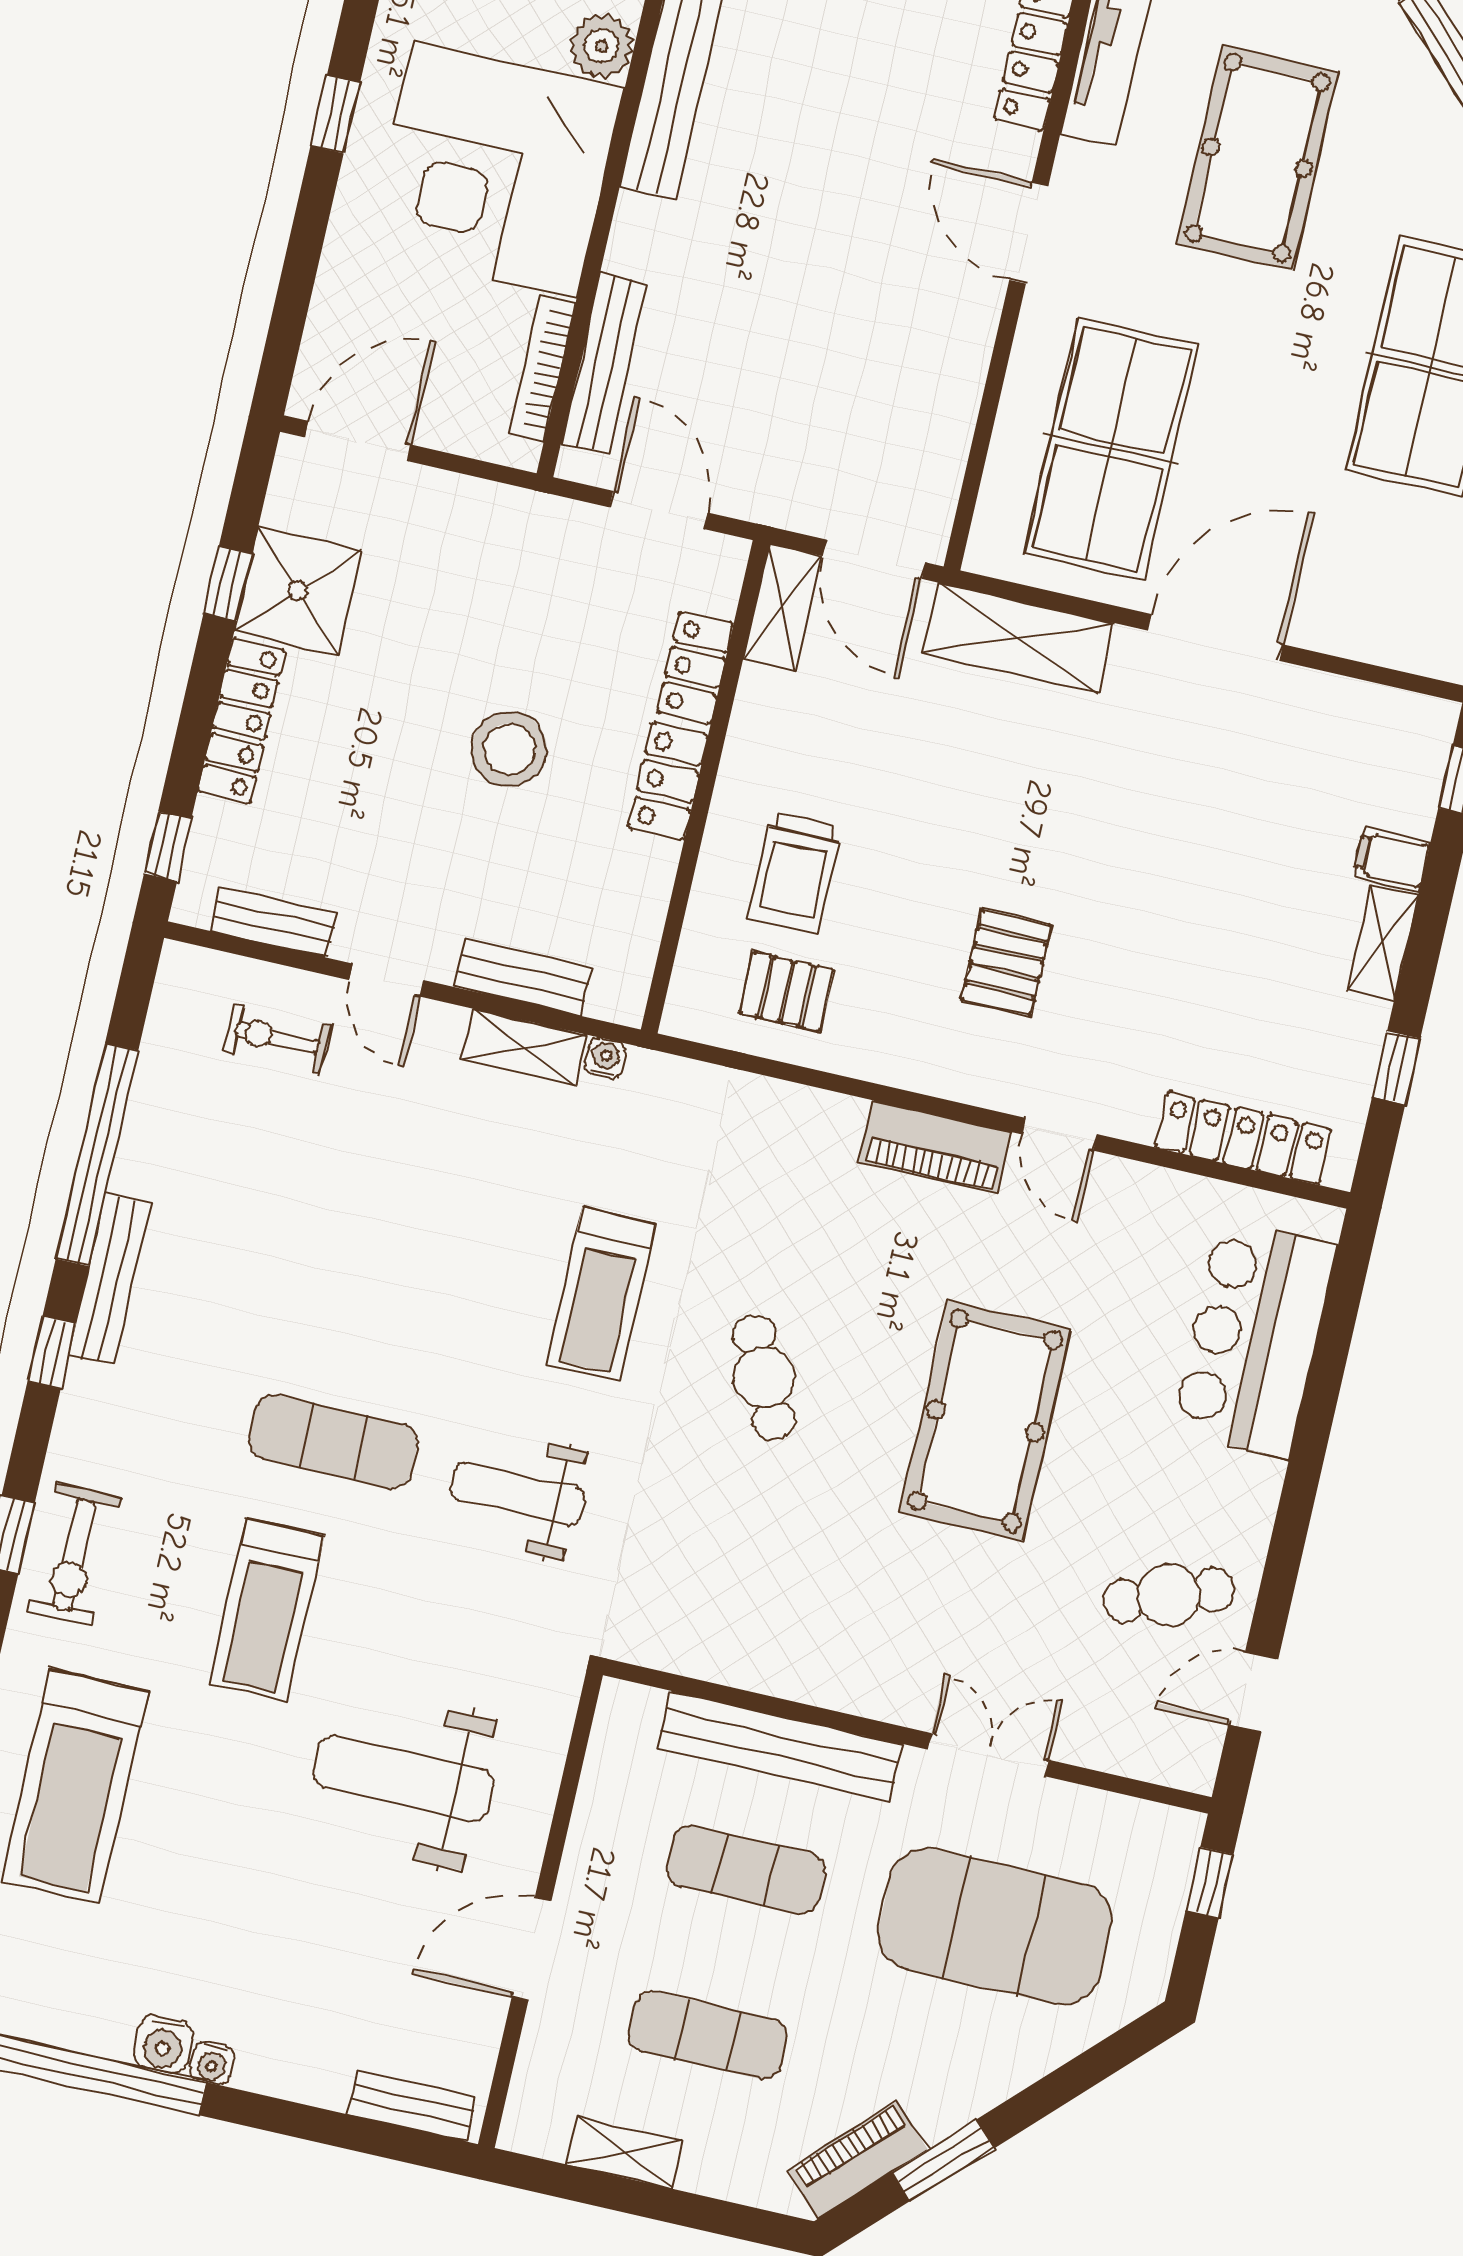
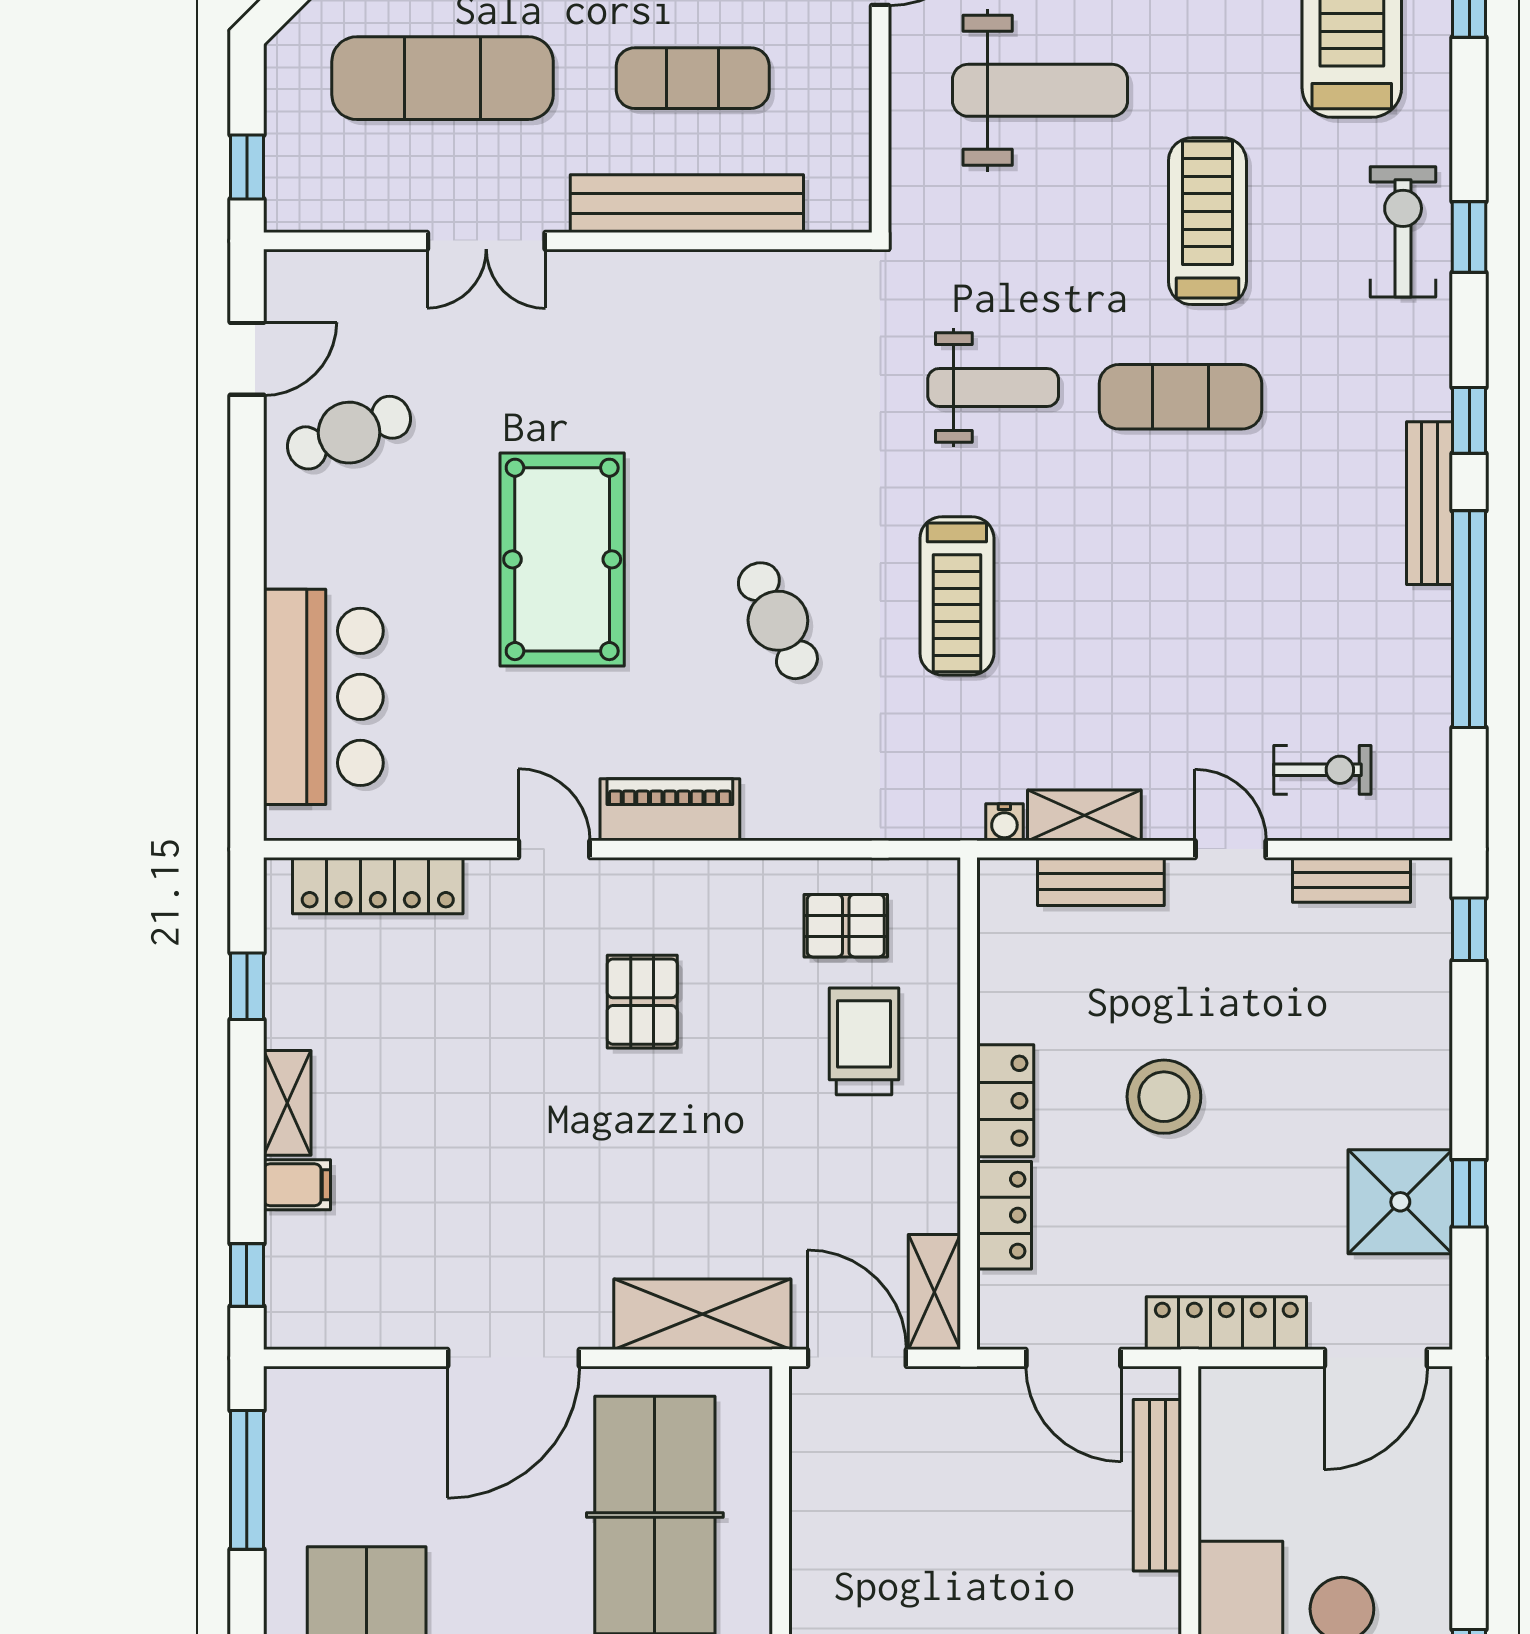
bookcase: (542, 369) -> (1216, 1467), removed
locker: (241, 721) -> (1226, 1323), moved, turned 90
treadmill: (601, 1294) -> (957, 596), turned 180
cafe table: (764, 1377) -> (778, 621), moved
exercise mat: (995, 1927) -> (443, 78), width x0.68

